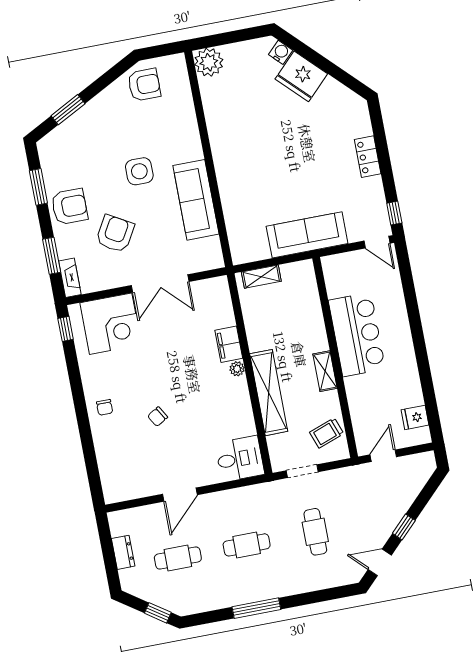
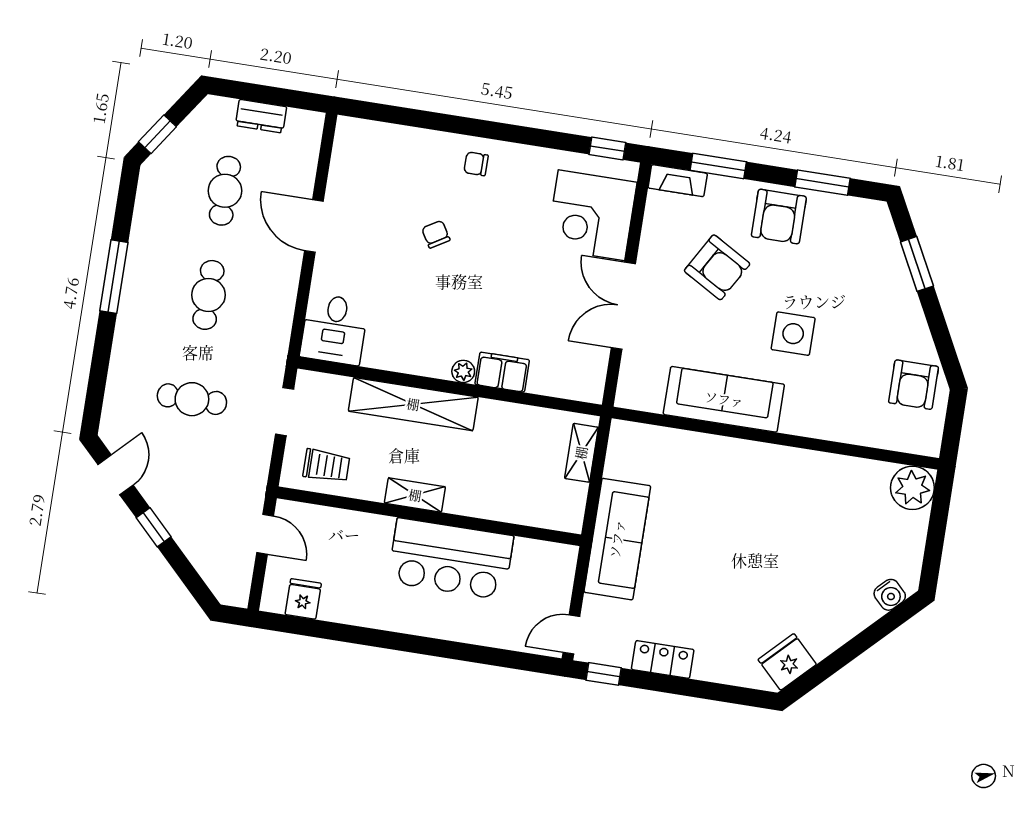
fridge: (301, 76) -> (787, 662), moved, width x0.73, depth x0.75
locker: (368, 157) -> (663, 659), moved
trolley: (327, 433) -> (326, 466), turned 110

